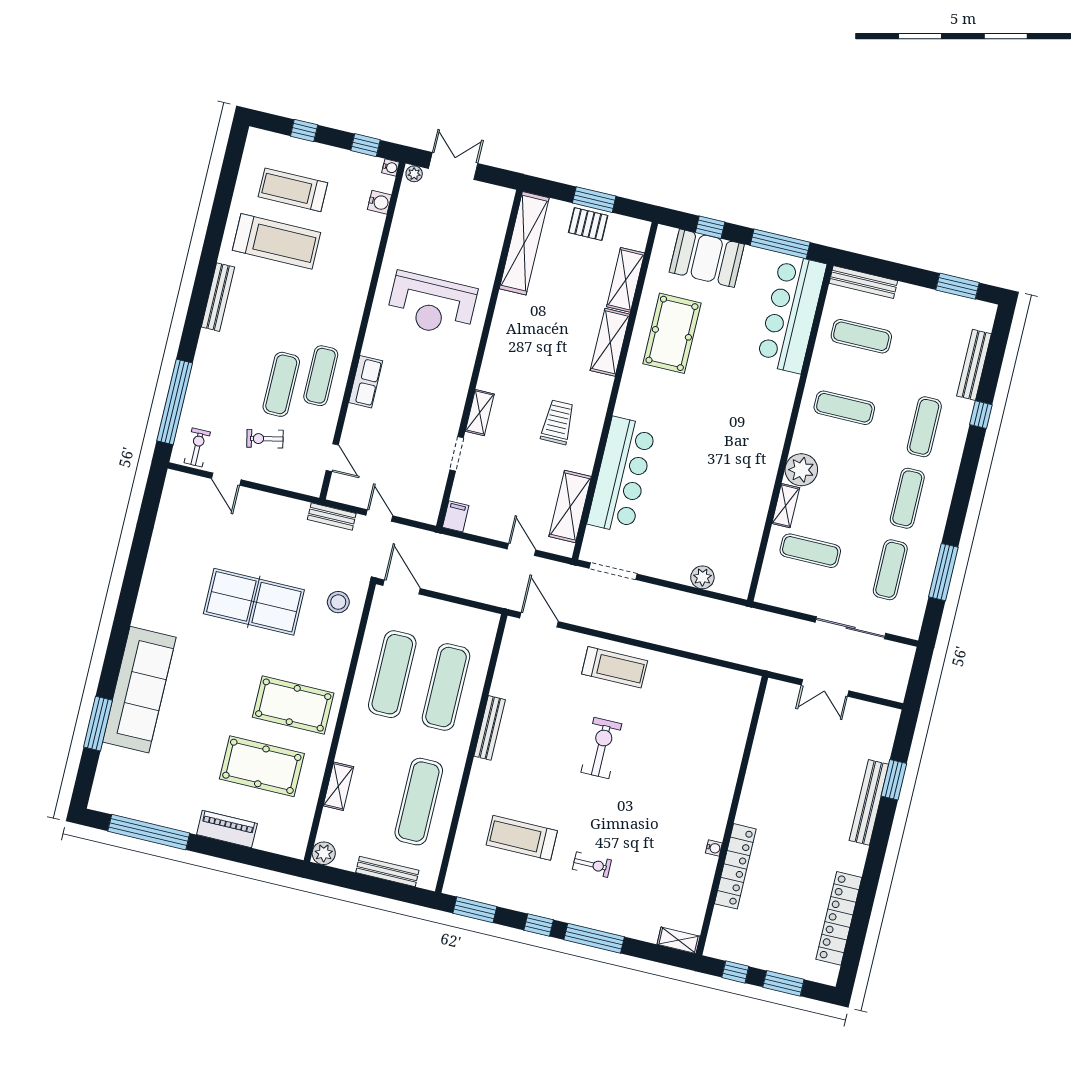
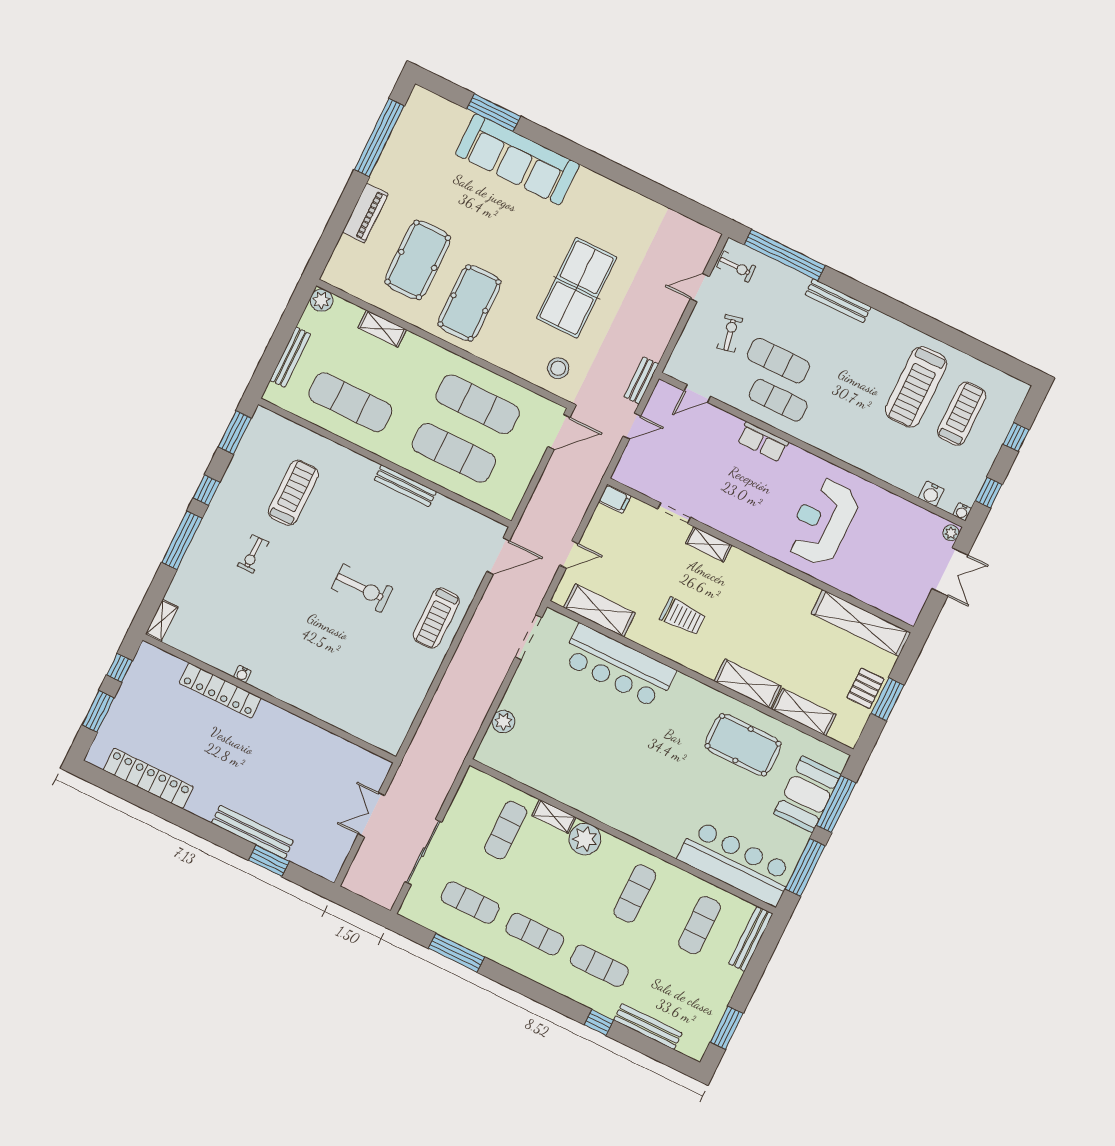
window: (710, 227) -> (836, 804), width x2.17
bench: (218, 297) -> (838, 301), moved

